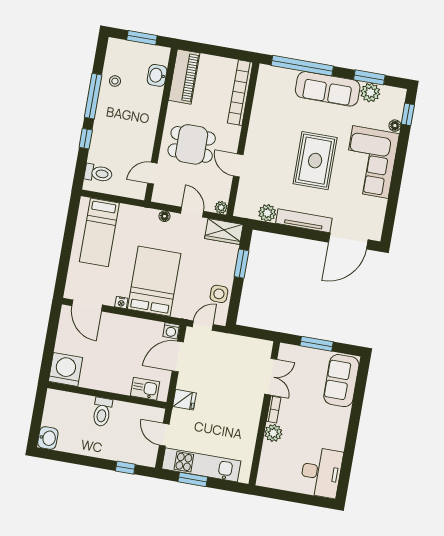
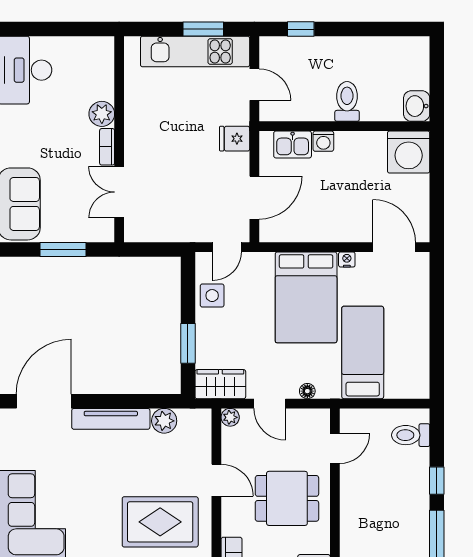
rug: (315, 161) -> (160, 522), moved, turned 90
bed: (99, 232) -> (363, 352), moved
washing machine: (171, 331) -> (323, 141), moved, turned 180
washbasin: (48, 438) -> (417, 106), moved

